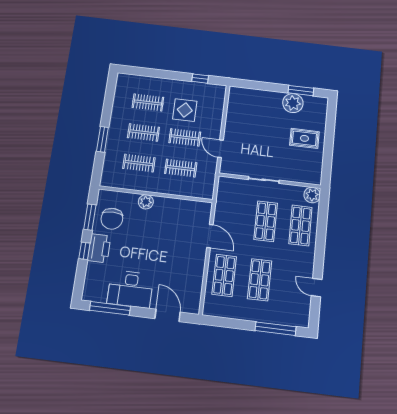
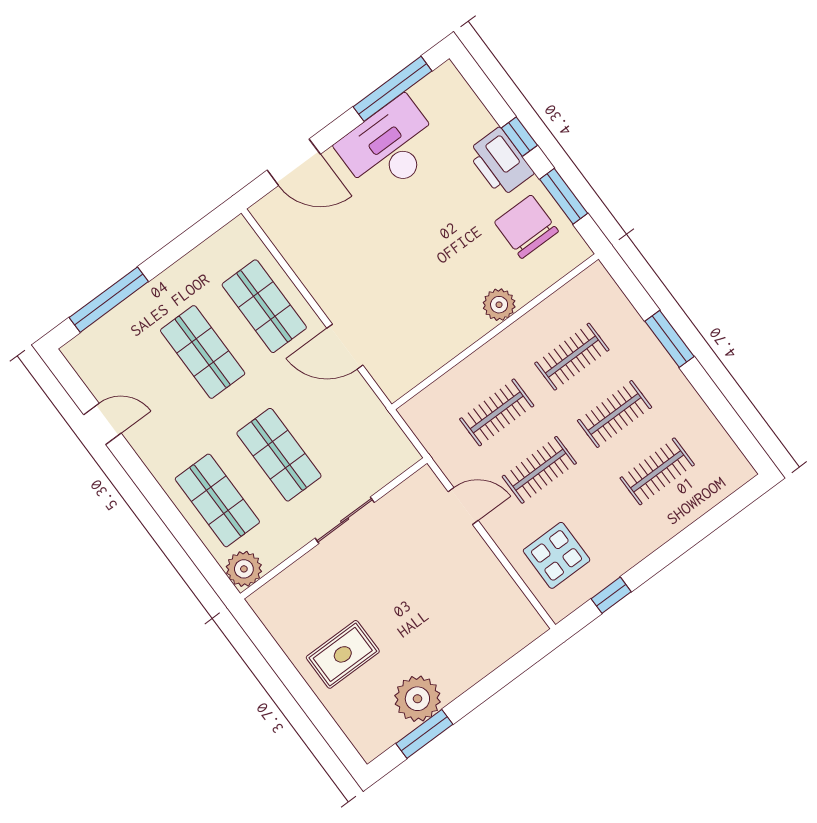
display table: (185, 110) -> (557, 555), moved

